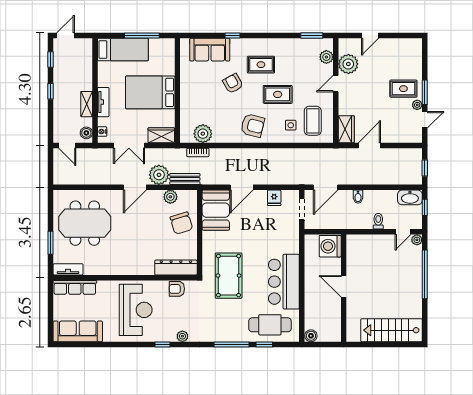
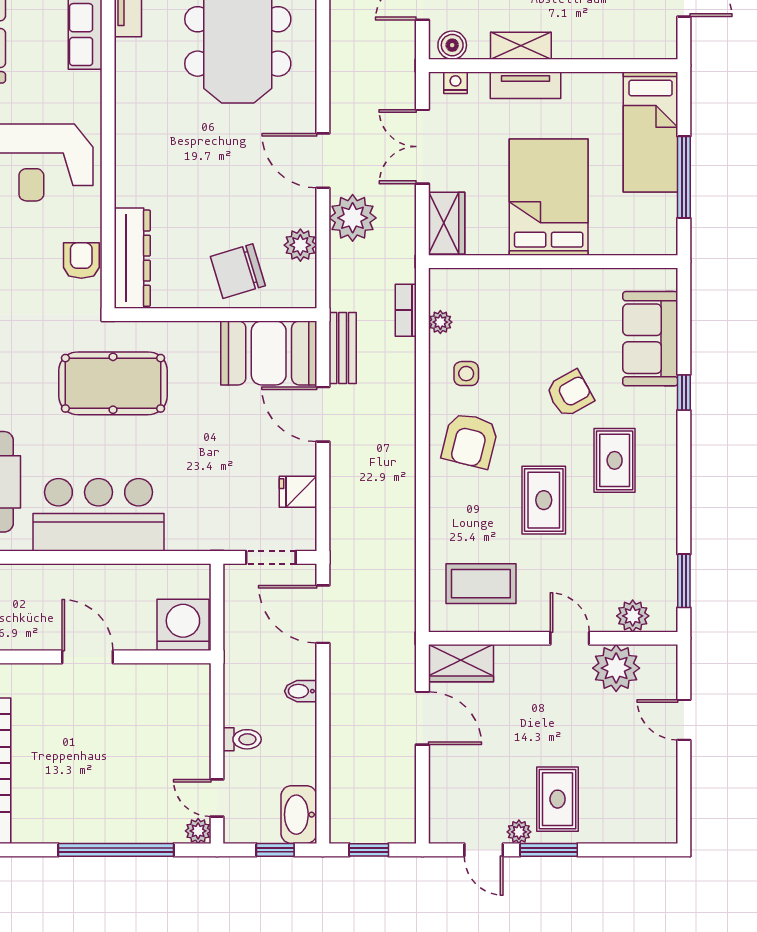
side table: (291, 125) -> (466, 374), moved
plant: (203, 134) -> (440, 322), width x0.53, depth x0.53
bench: (185, 179) -> (343, 348), moved
door: (344, 286) -> (88, 657), hinge flipped

